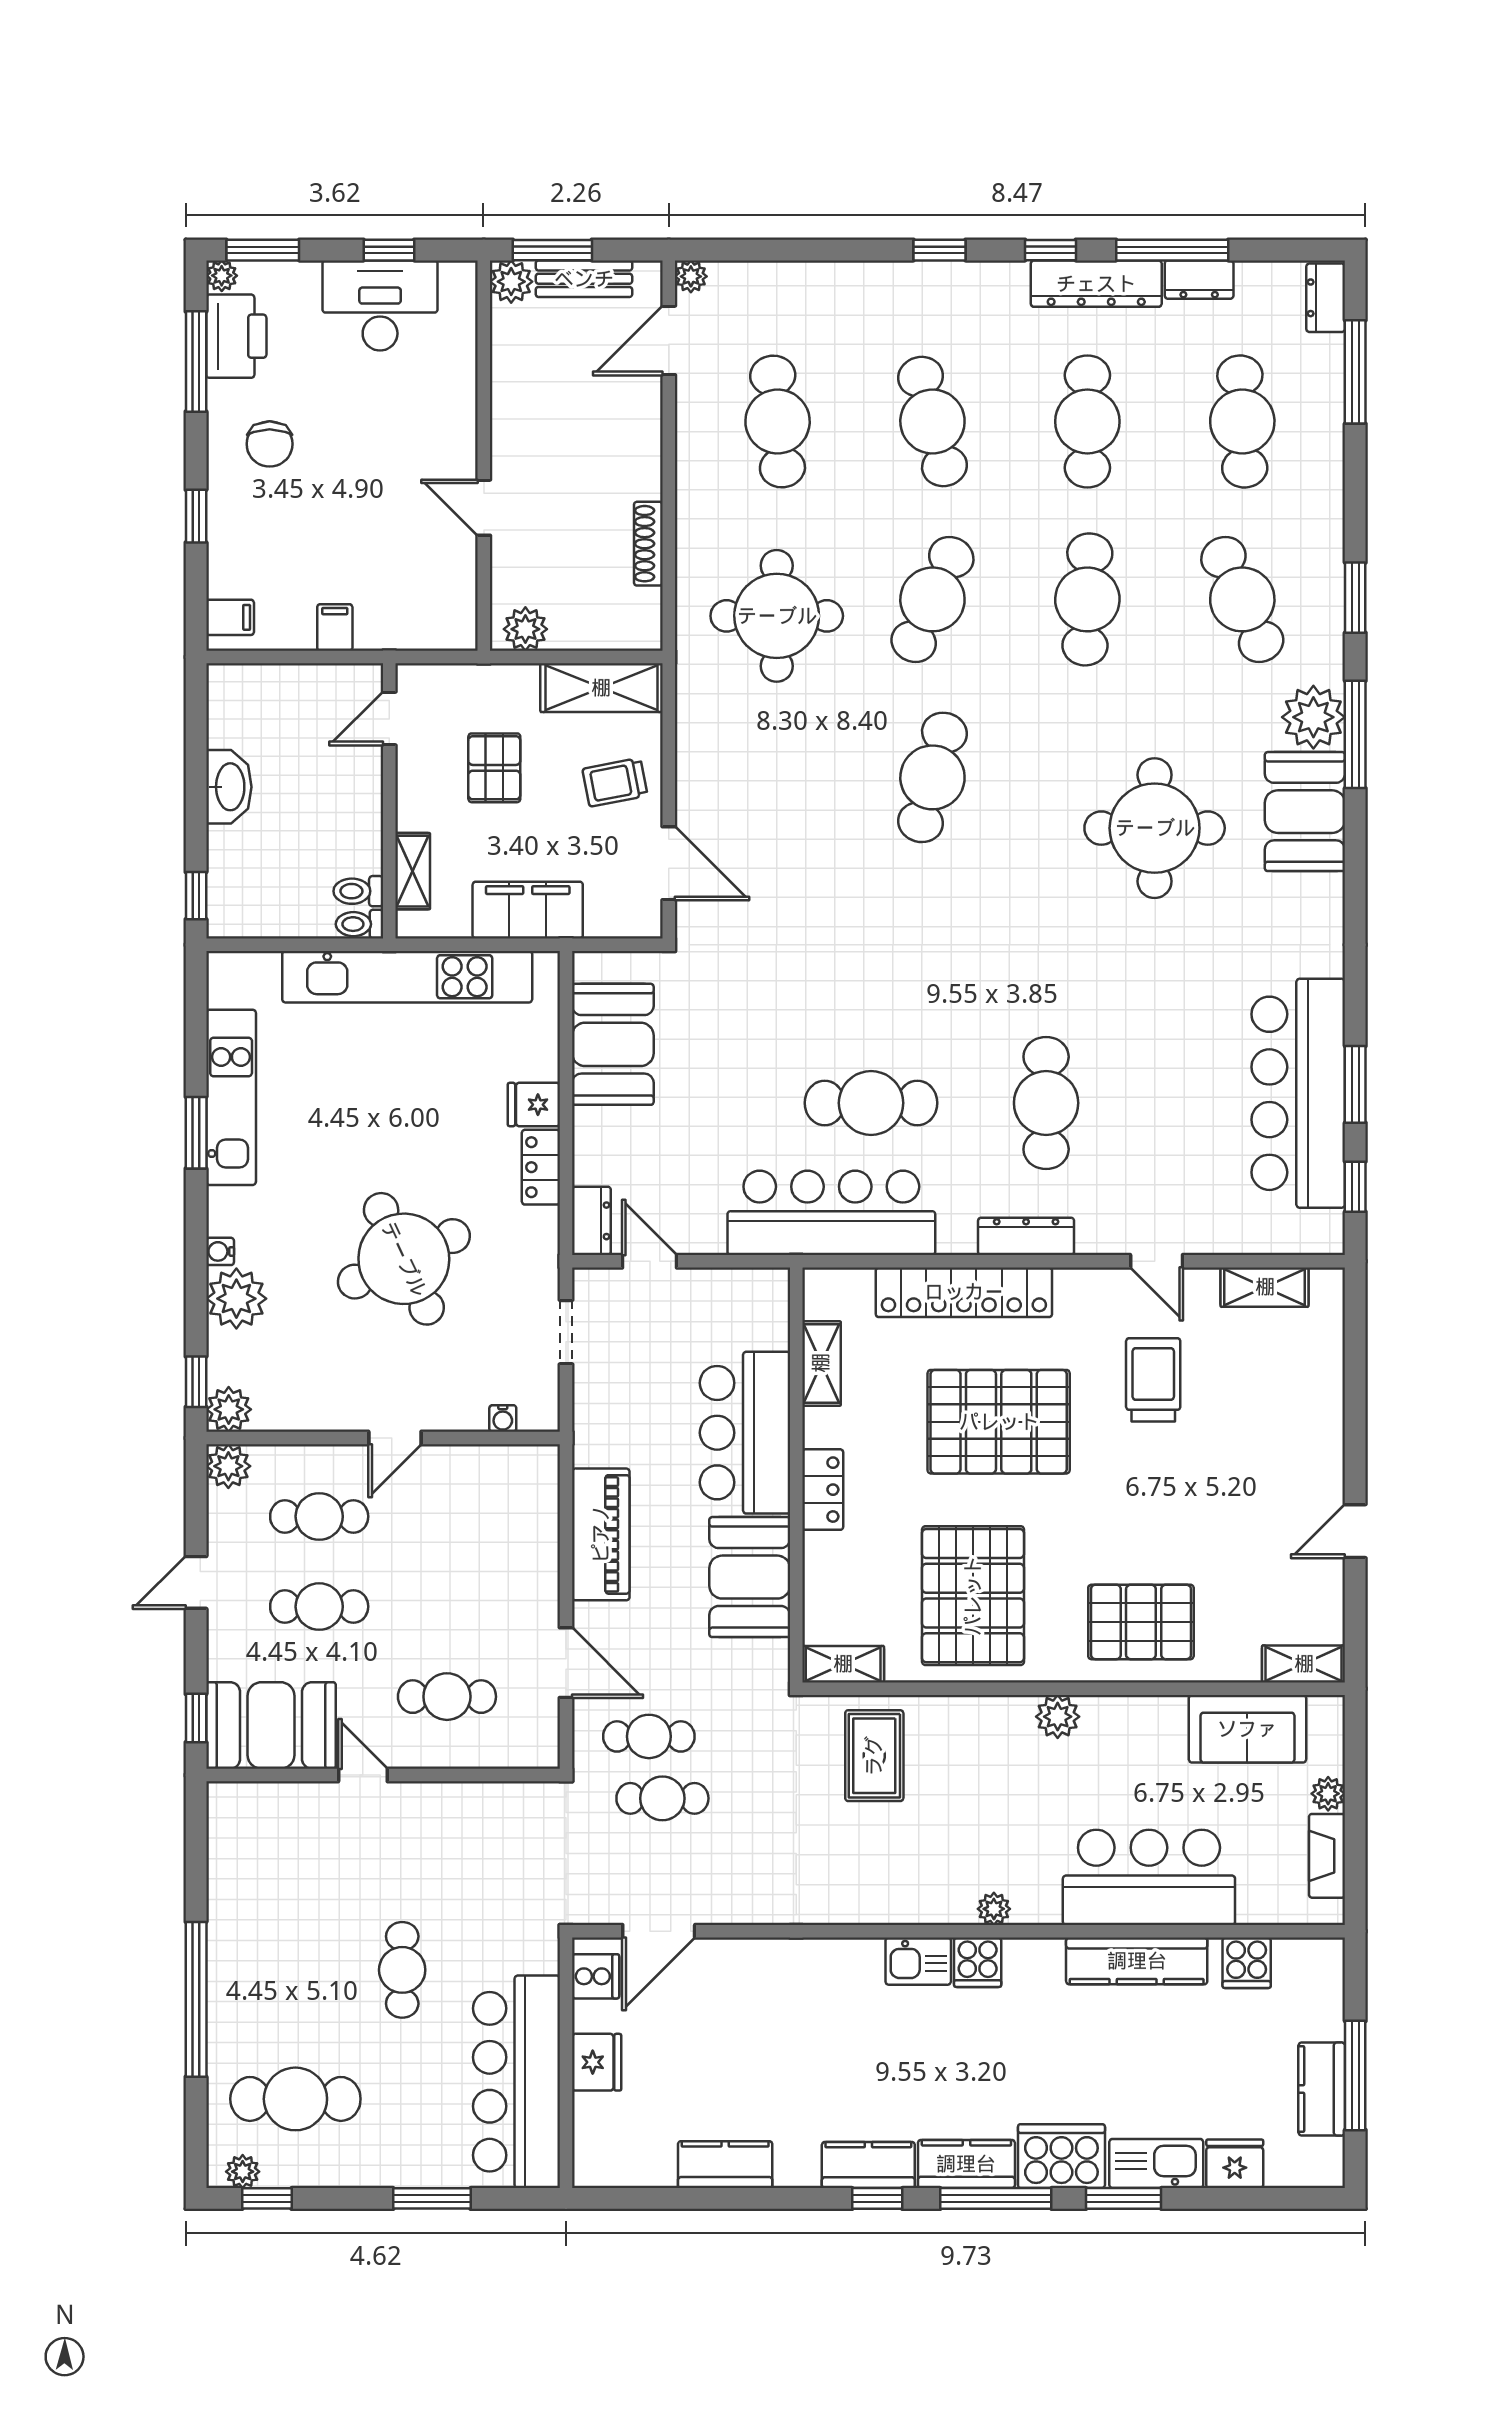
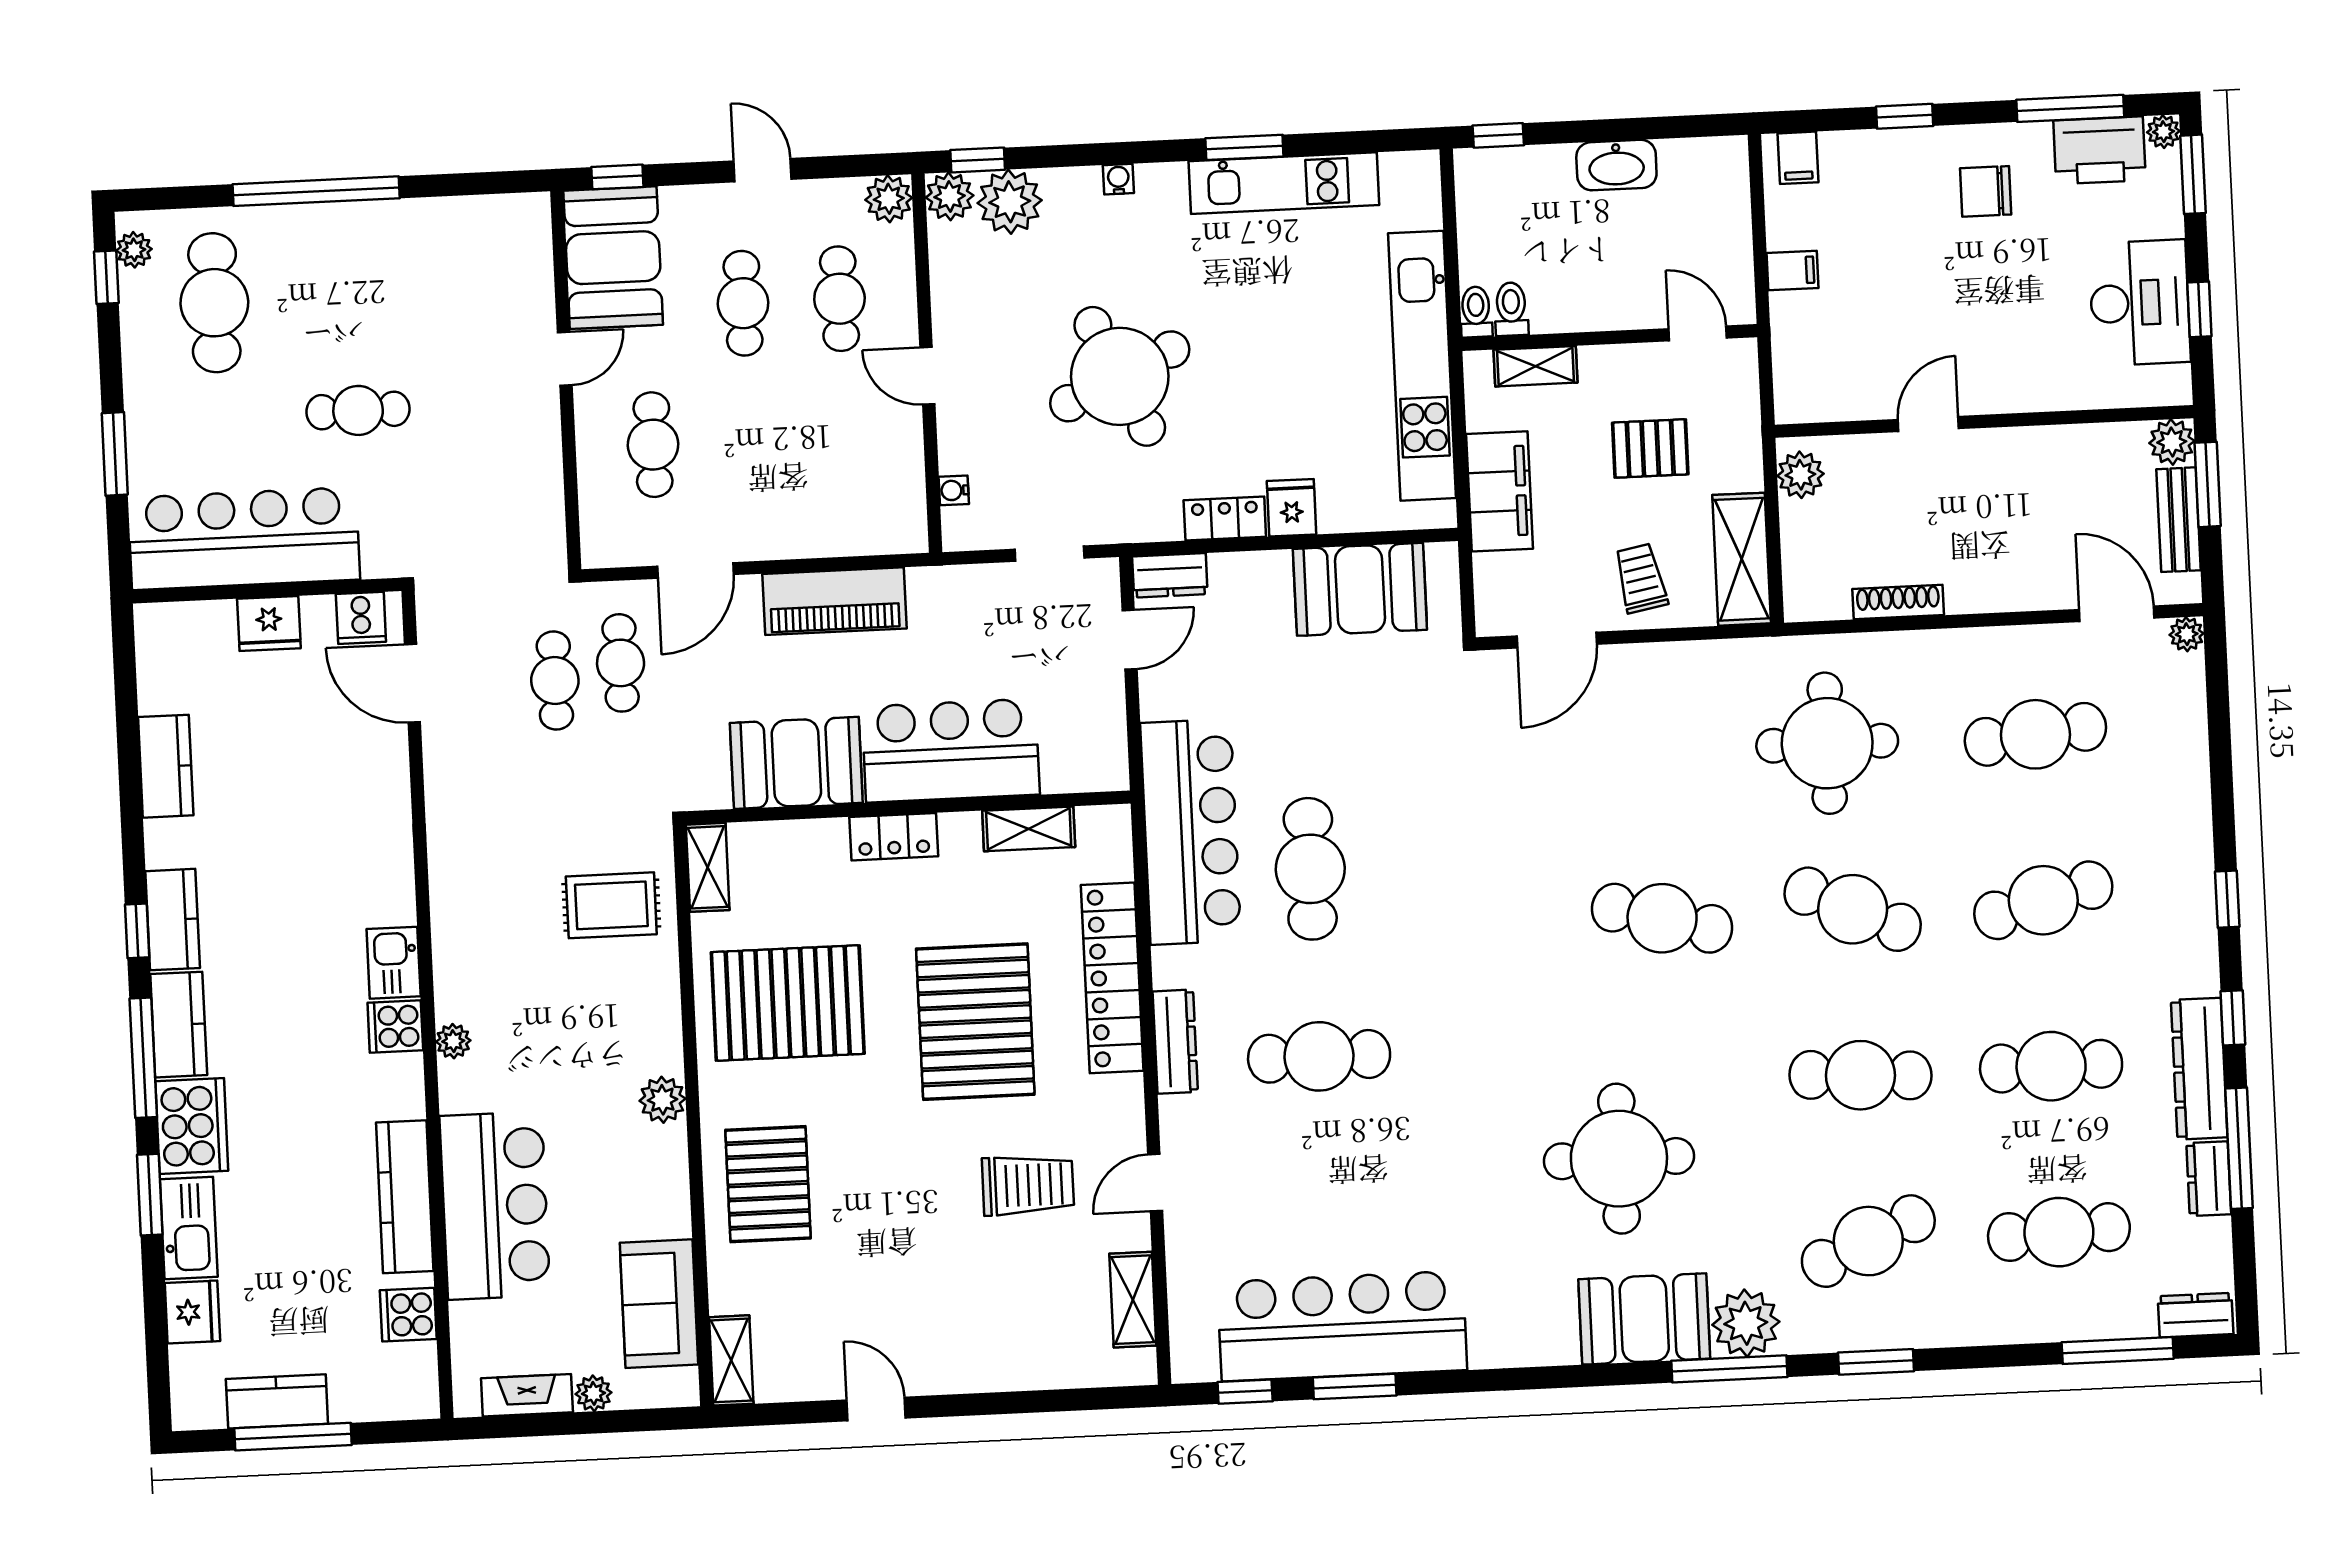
plant: (236, 1299) -> (1010, 202), moved

